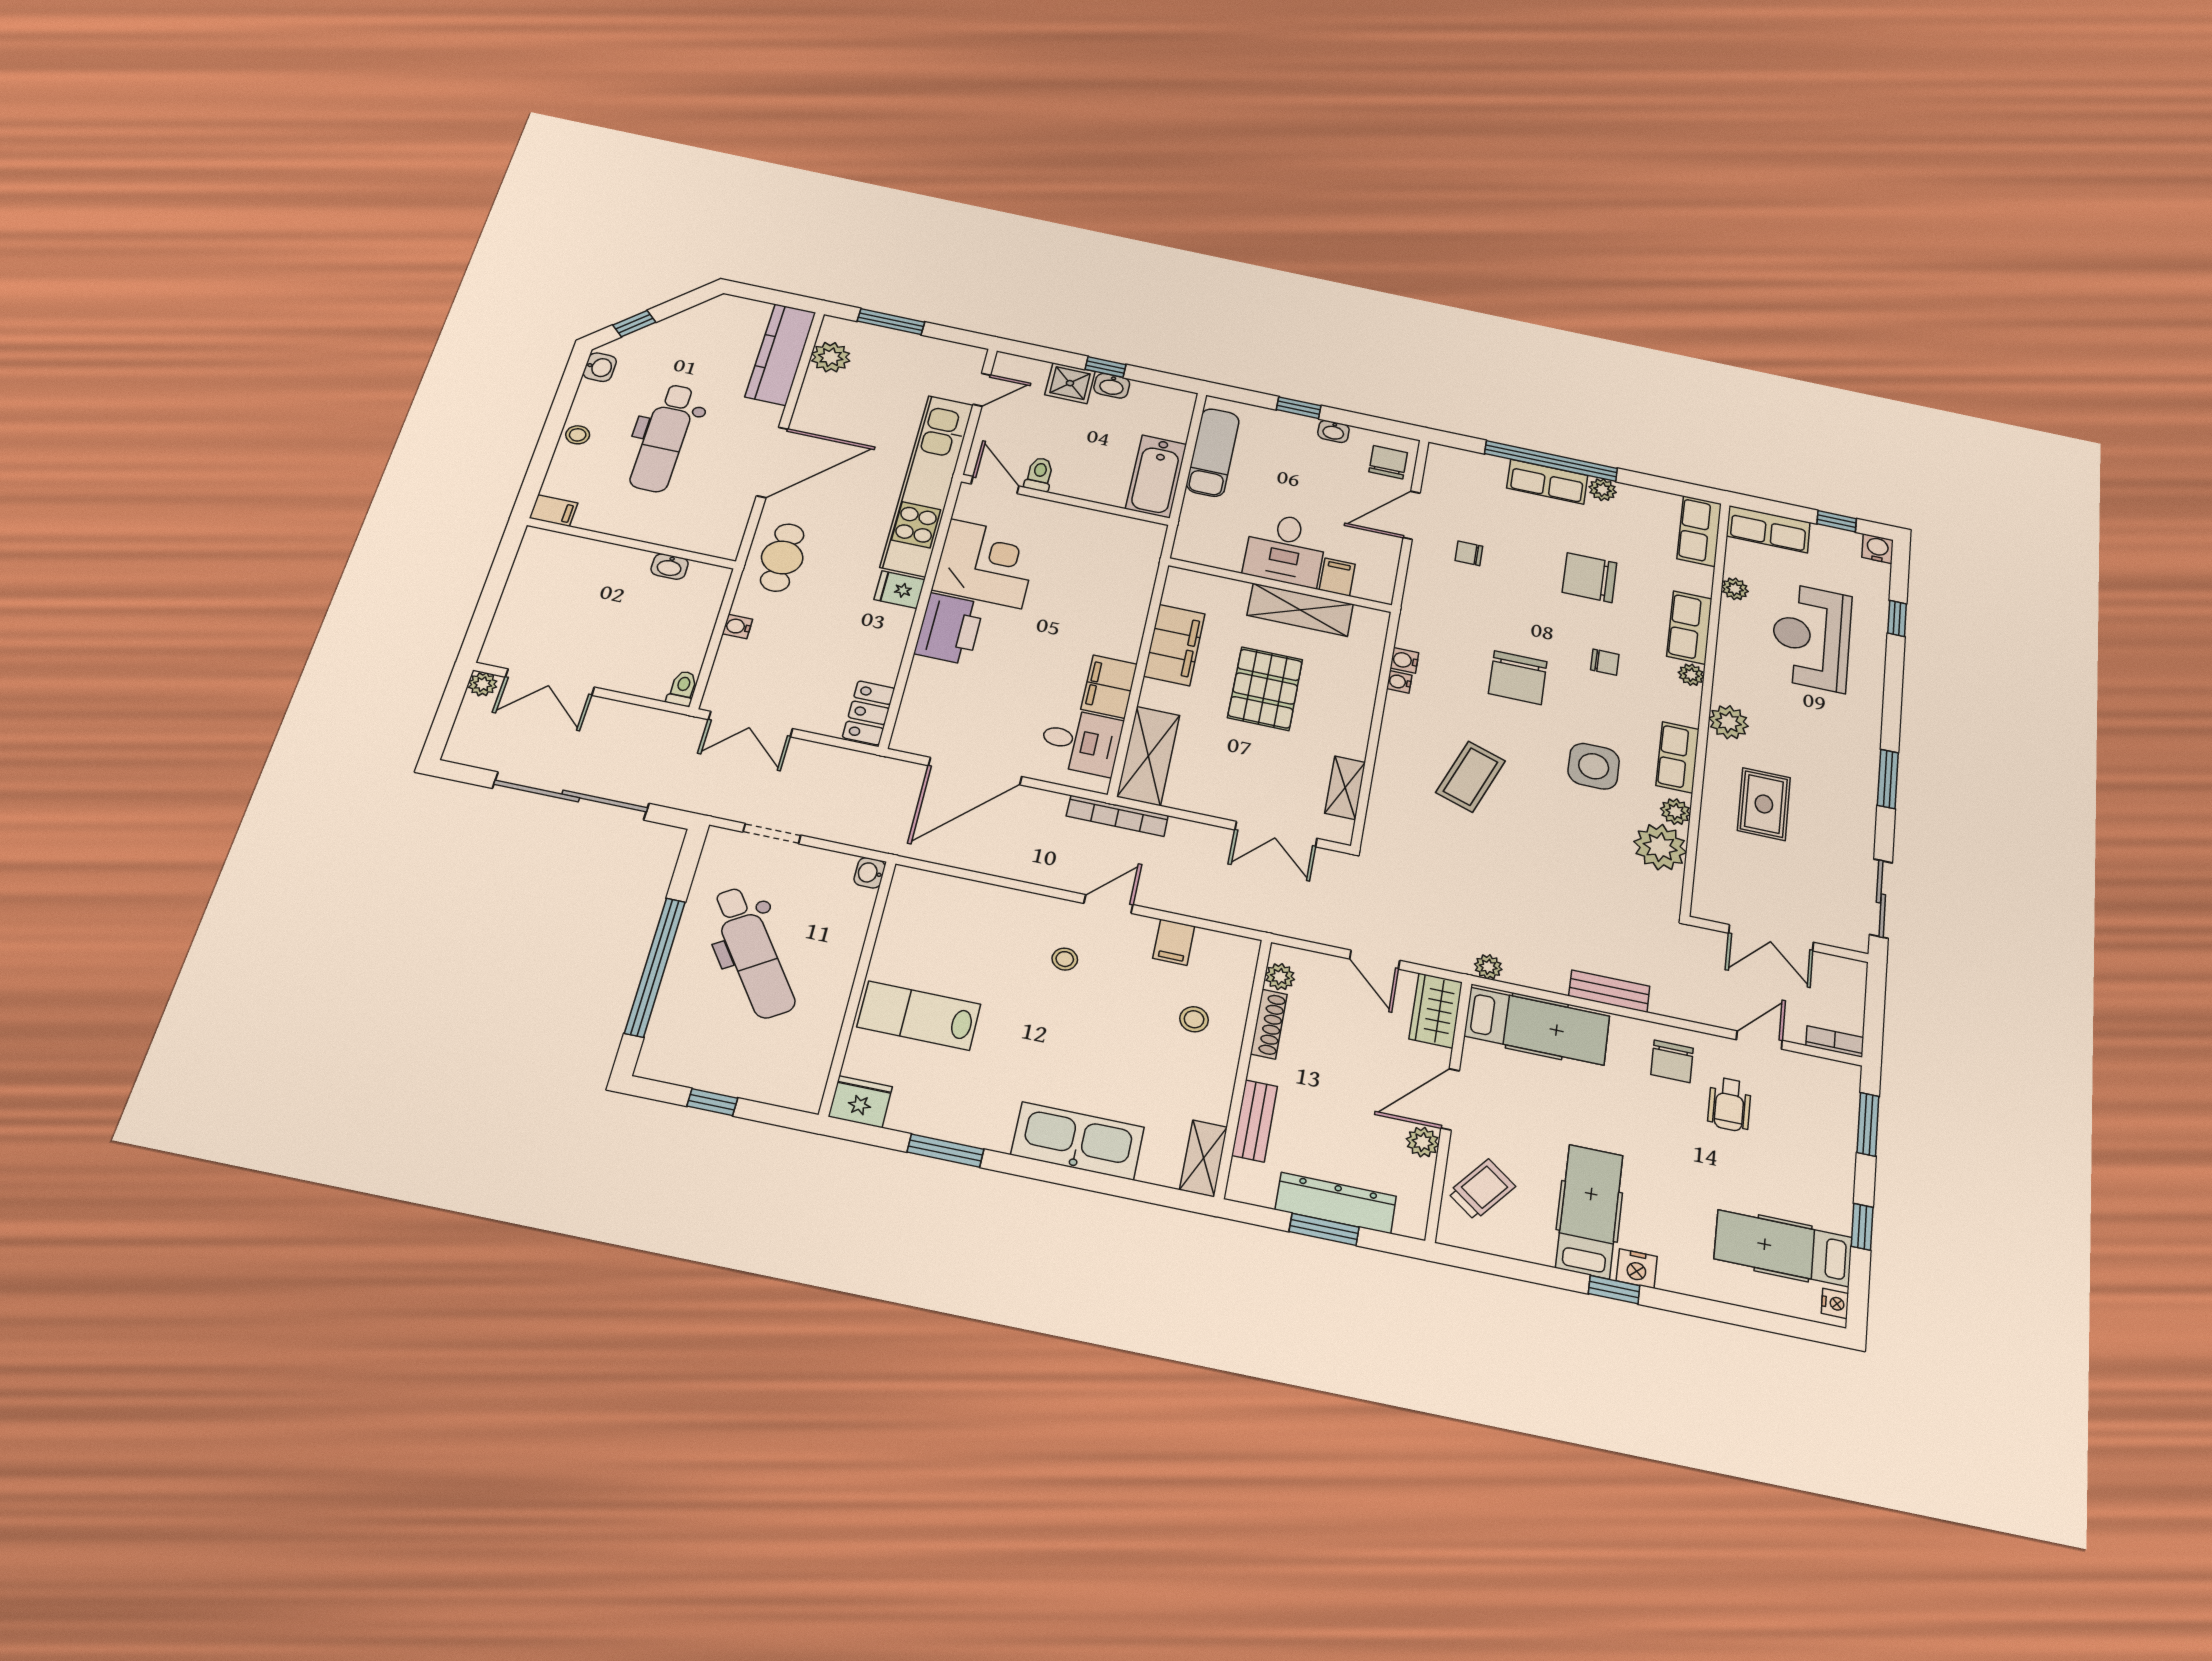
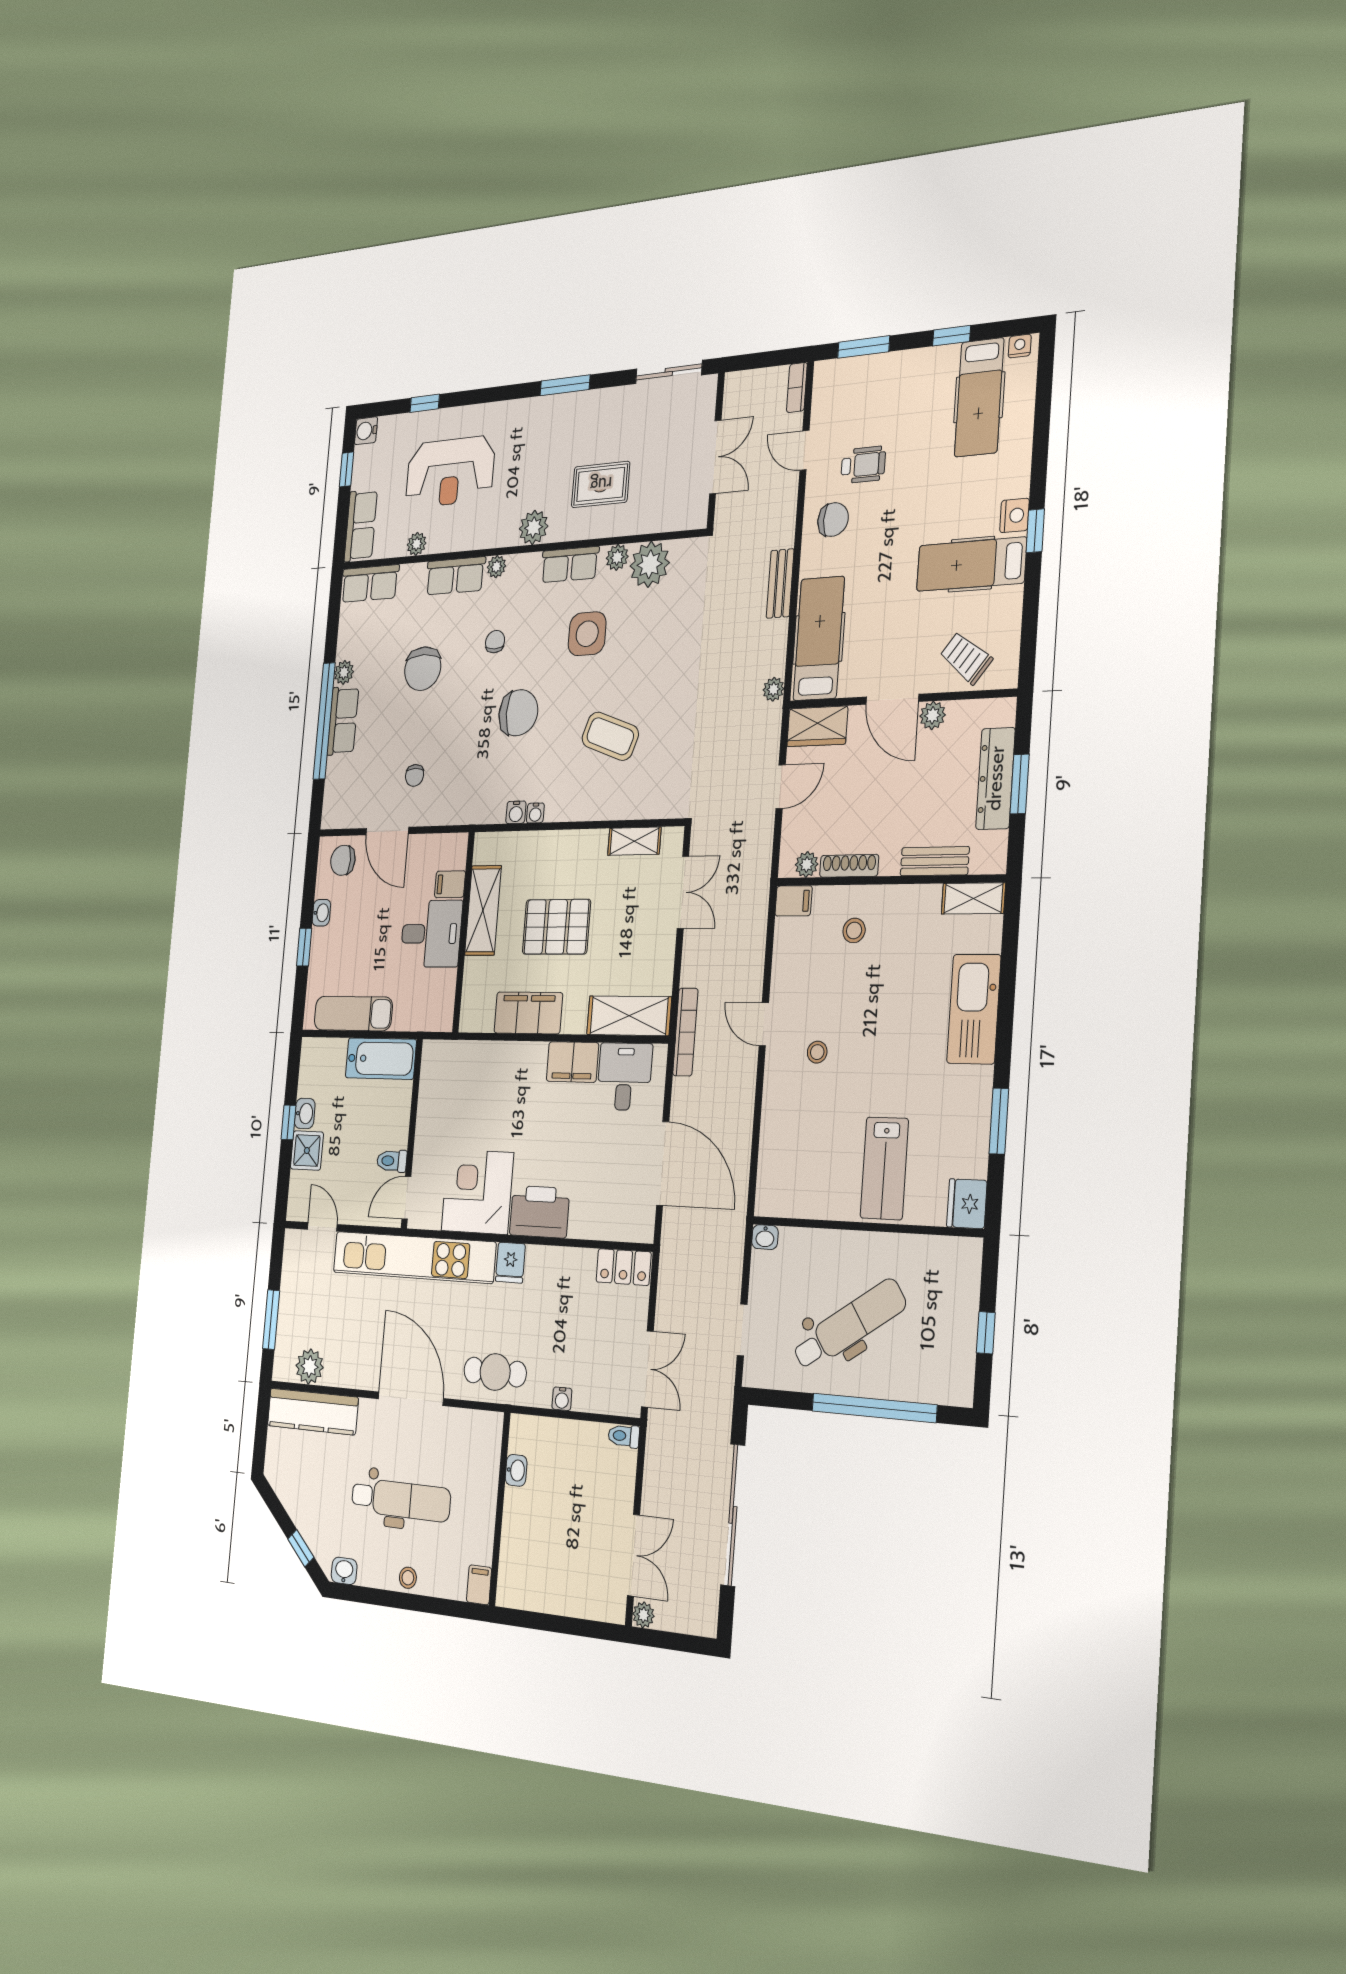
filing cabinet: (1174, 942) -> (794, 901), moved

